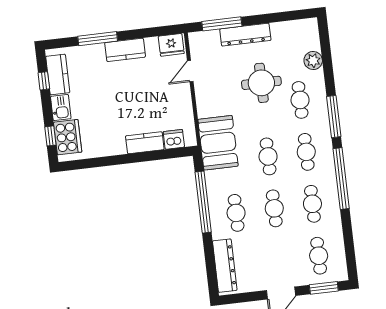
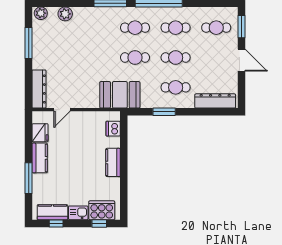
window: (222, 24) -> (29, 43), moved
plant: (310, 29) -> (41, 13), added
dresser: (245, 35) -> (39, 89), moved
fridge: (171, 45) -> (40, 133), moved
door: (190, 71) -> (62, 110), hinge flipped
round table: (261, 83) -> (78, 56), removed
cafe table: (300, 100) -> (94, 28), removed
kitchen counter: (145, 143) -> (113, 162), moved
window: (203, 202) -> (164, 112), width x0.47

